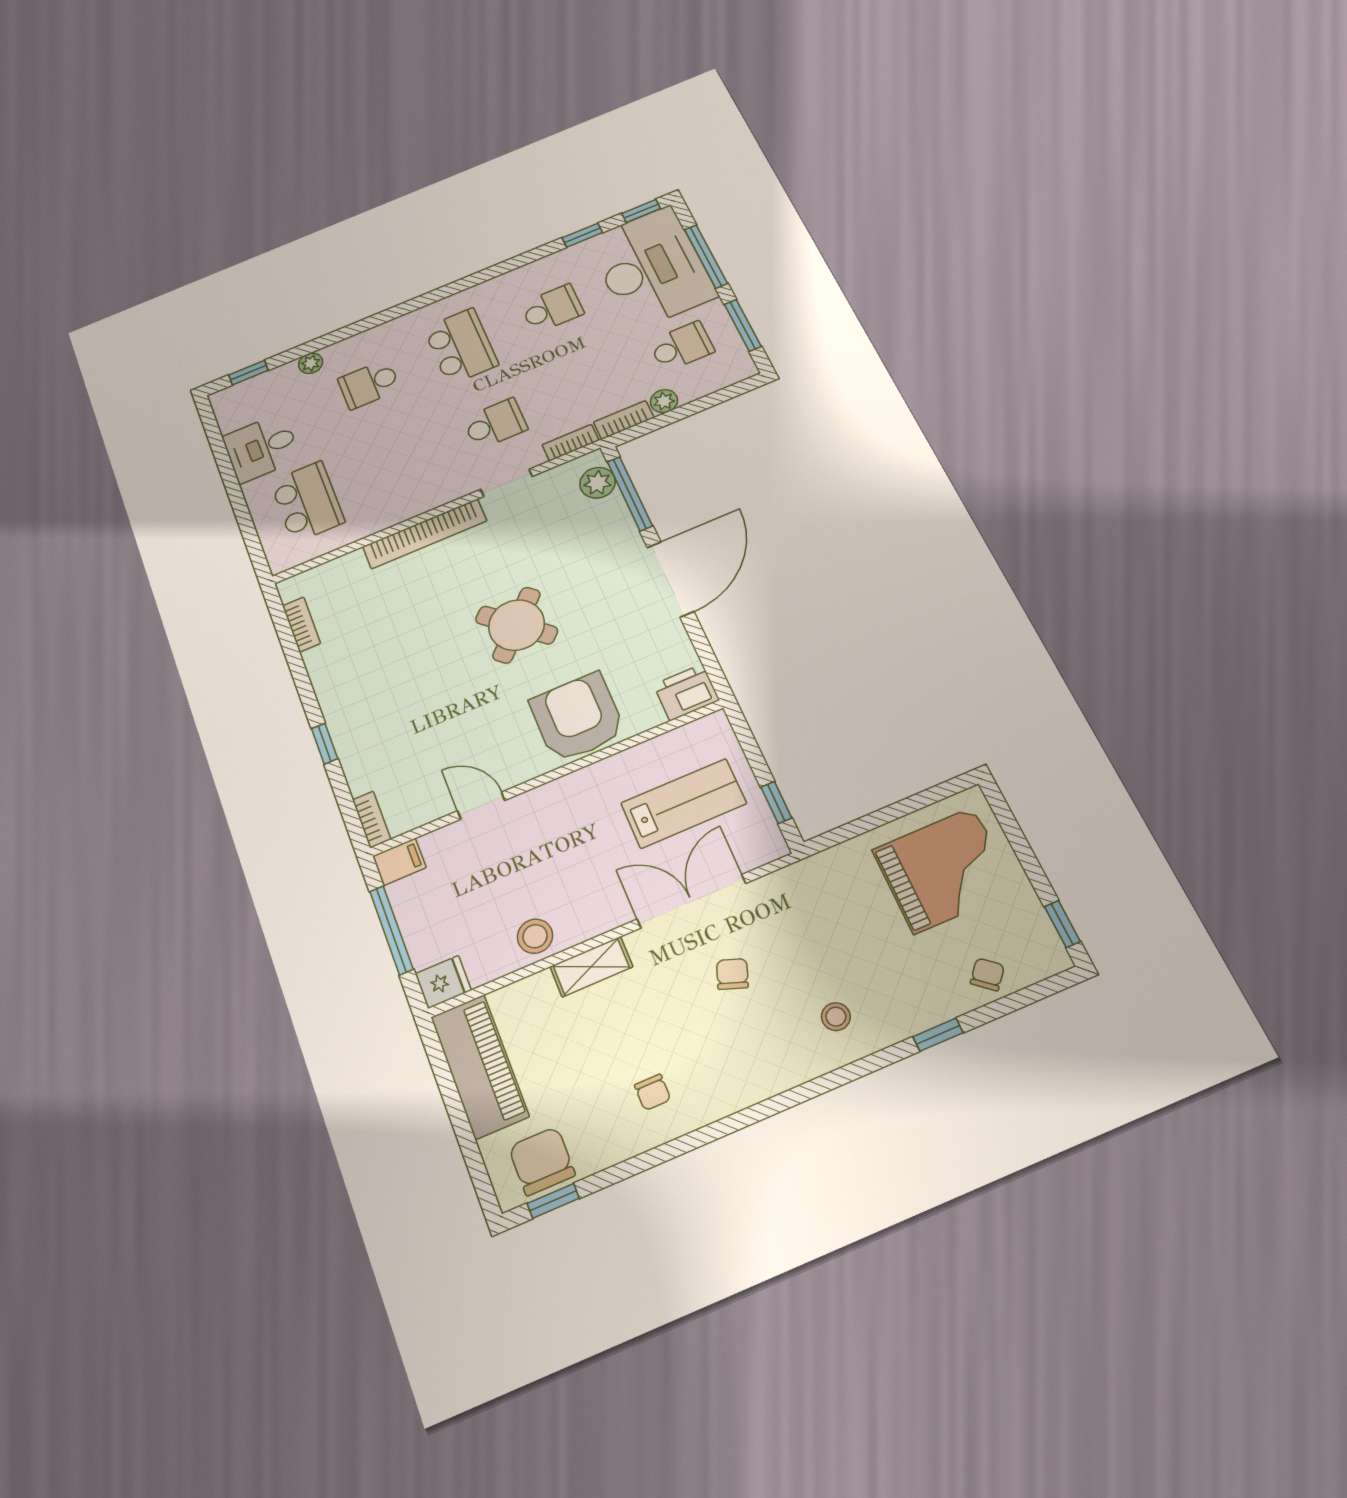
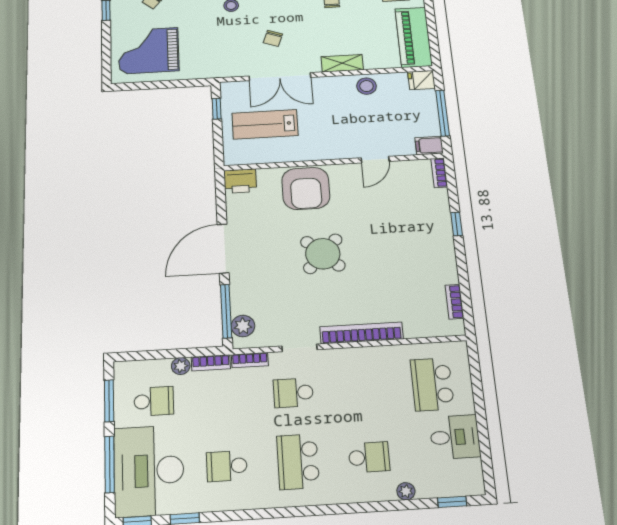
school desk: (682, 346) -> (154, 401), turned 180
door: (481, 806) -> (375, 160), hinge flipped

